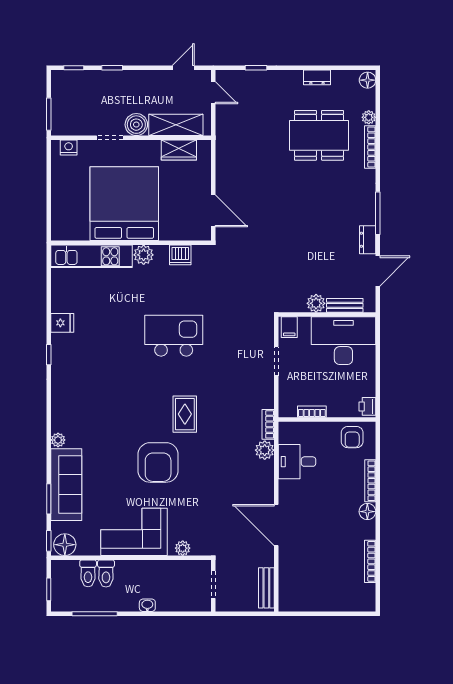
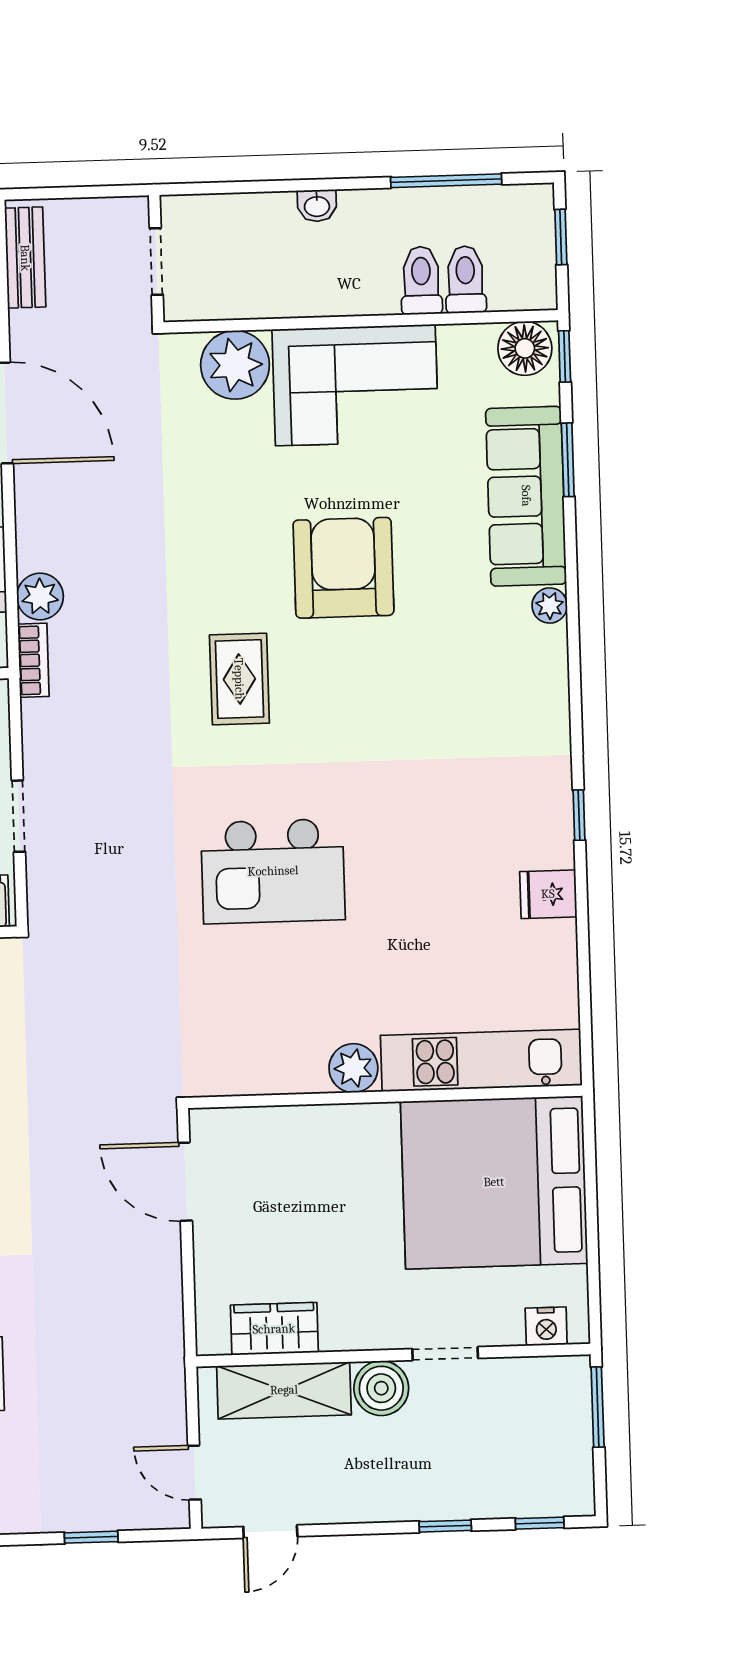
bed: (124, 204) -> (494, 1182), moved, turned 90
dishwasher: (180, 255) -> (263, 1071), removed
armchair: (158, 462) -> (343, 568), moved
plant: (183, 548) -> (235, 365), width x1.88, depth x1.88

